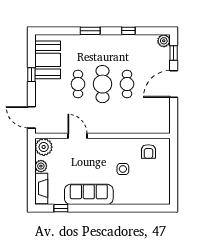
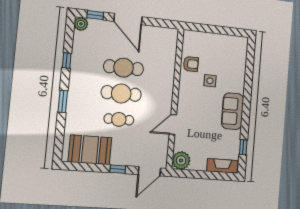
window: (31, 75) -> (118, 169), moved
cafe table: (127, 84) -> (124, 68), width x1.37, depth x1.35
armchair: (148, 151) -> (191, 64), moved
plant: (41, 166) -> (200, 165), removed
sofa: (89, 194) -> (233, 111), width x0.73

